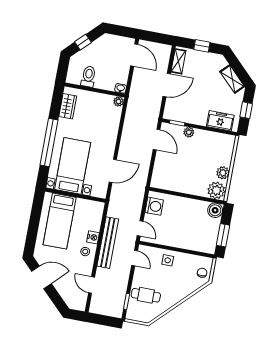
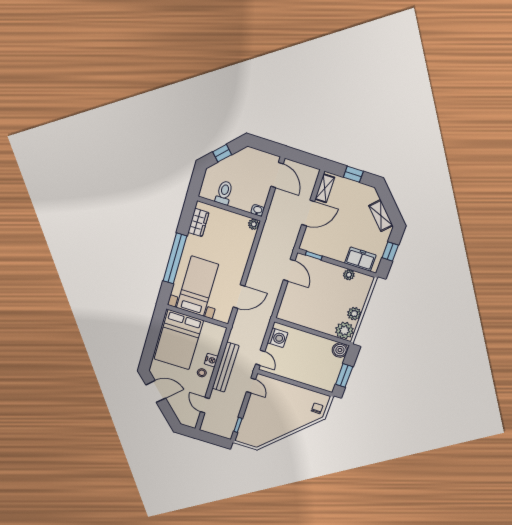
plant: (189, 132) -> (349, 275), moved
bed: (60, 221) -> (179, 340), width x1.50
side table: (168, 260) -> (284, 392), removed
cafe table: (146, 295) -> (258, 422), removed

